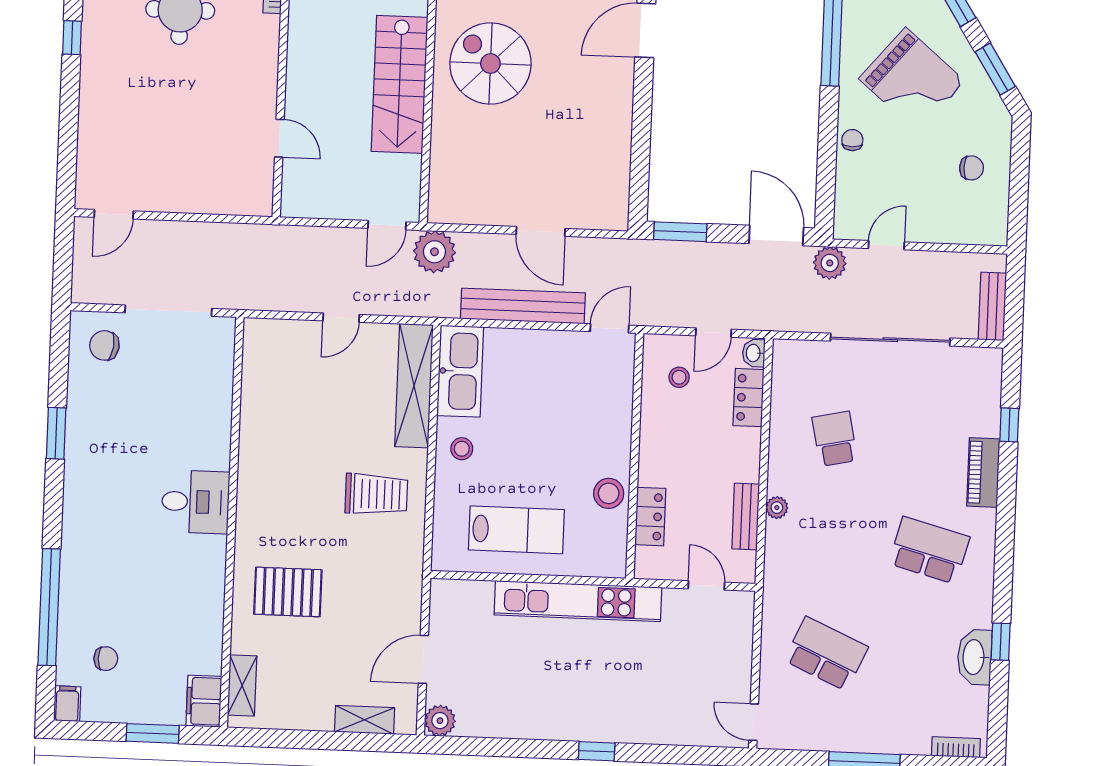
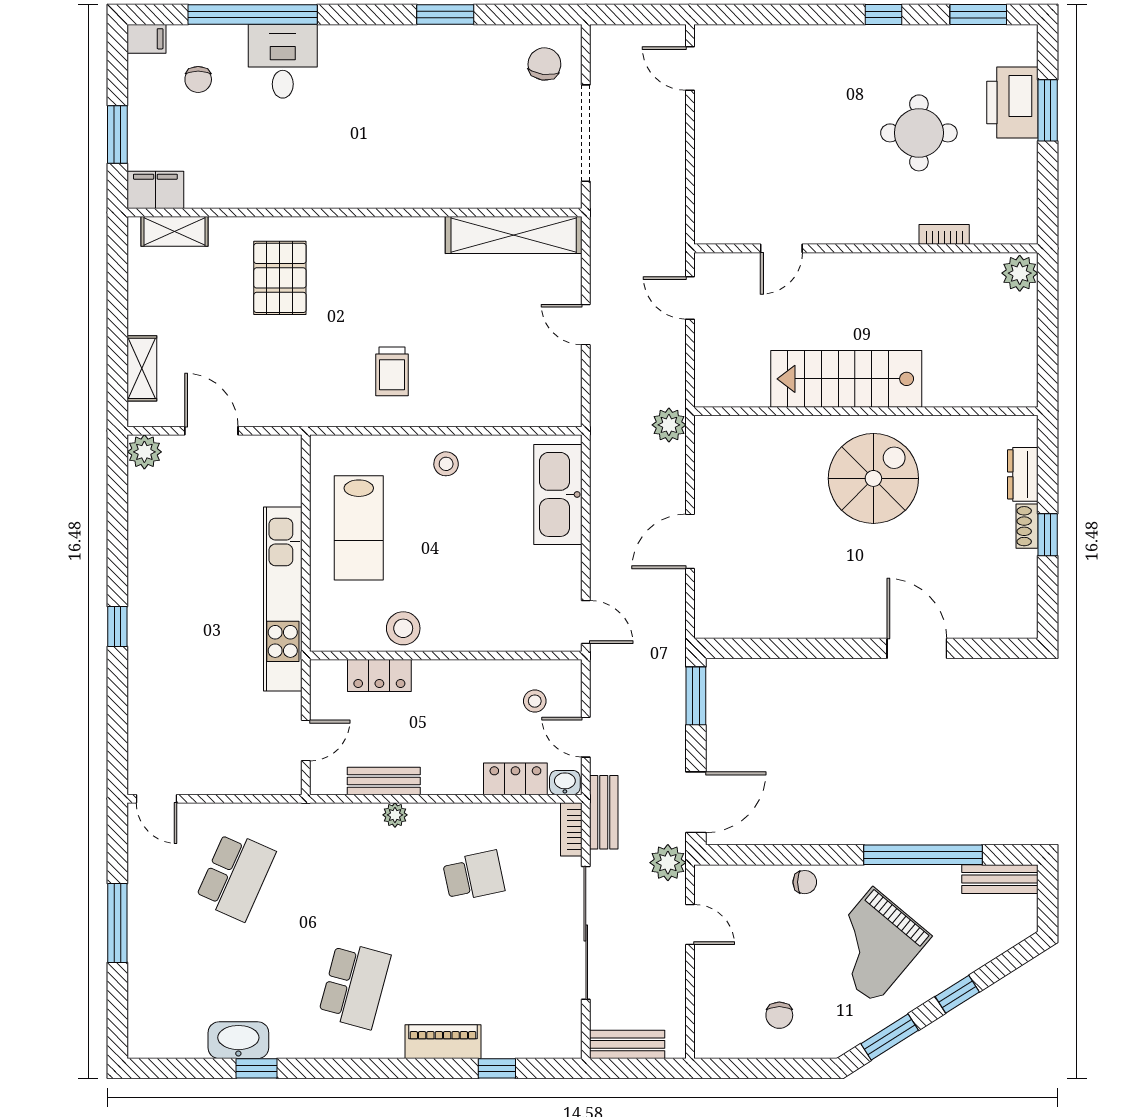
door: (387, 225) -> (690, 298), moved
plant: (434, 252) -> (669, 425), width x0.73, depth x0.73
bench: (523, 306) -> (604, 812), moved, width x0.54, depth x0.82
kitchen sink: (460, 371) -> (558, 494), moved, turned 90
shelving: (414, 386) -> (514, 235), moved
trolley: (376, 494) -> (392, 371), width x0.73, depth x0.72
desk: (195, 502) -> (283, 61), moved, turned 180
door: (754, 722) -> (157, 799), swing flipped
bookcase: (956, 747) -> (571, 829), moved, turned 180

